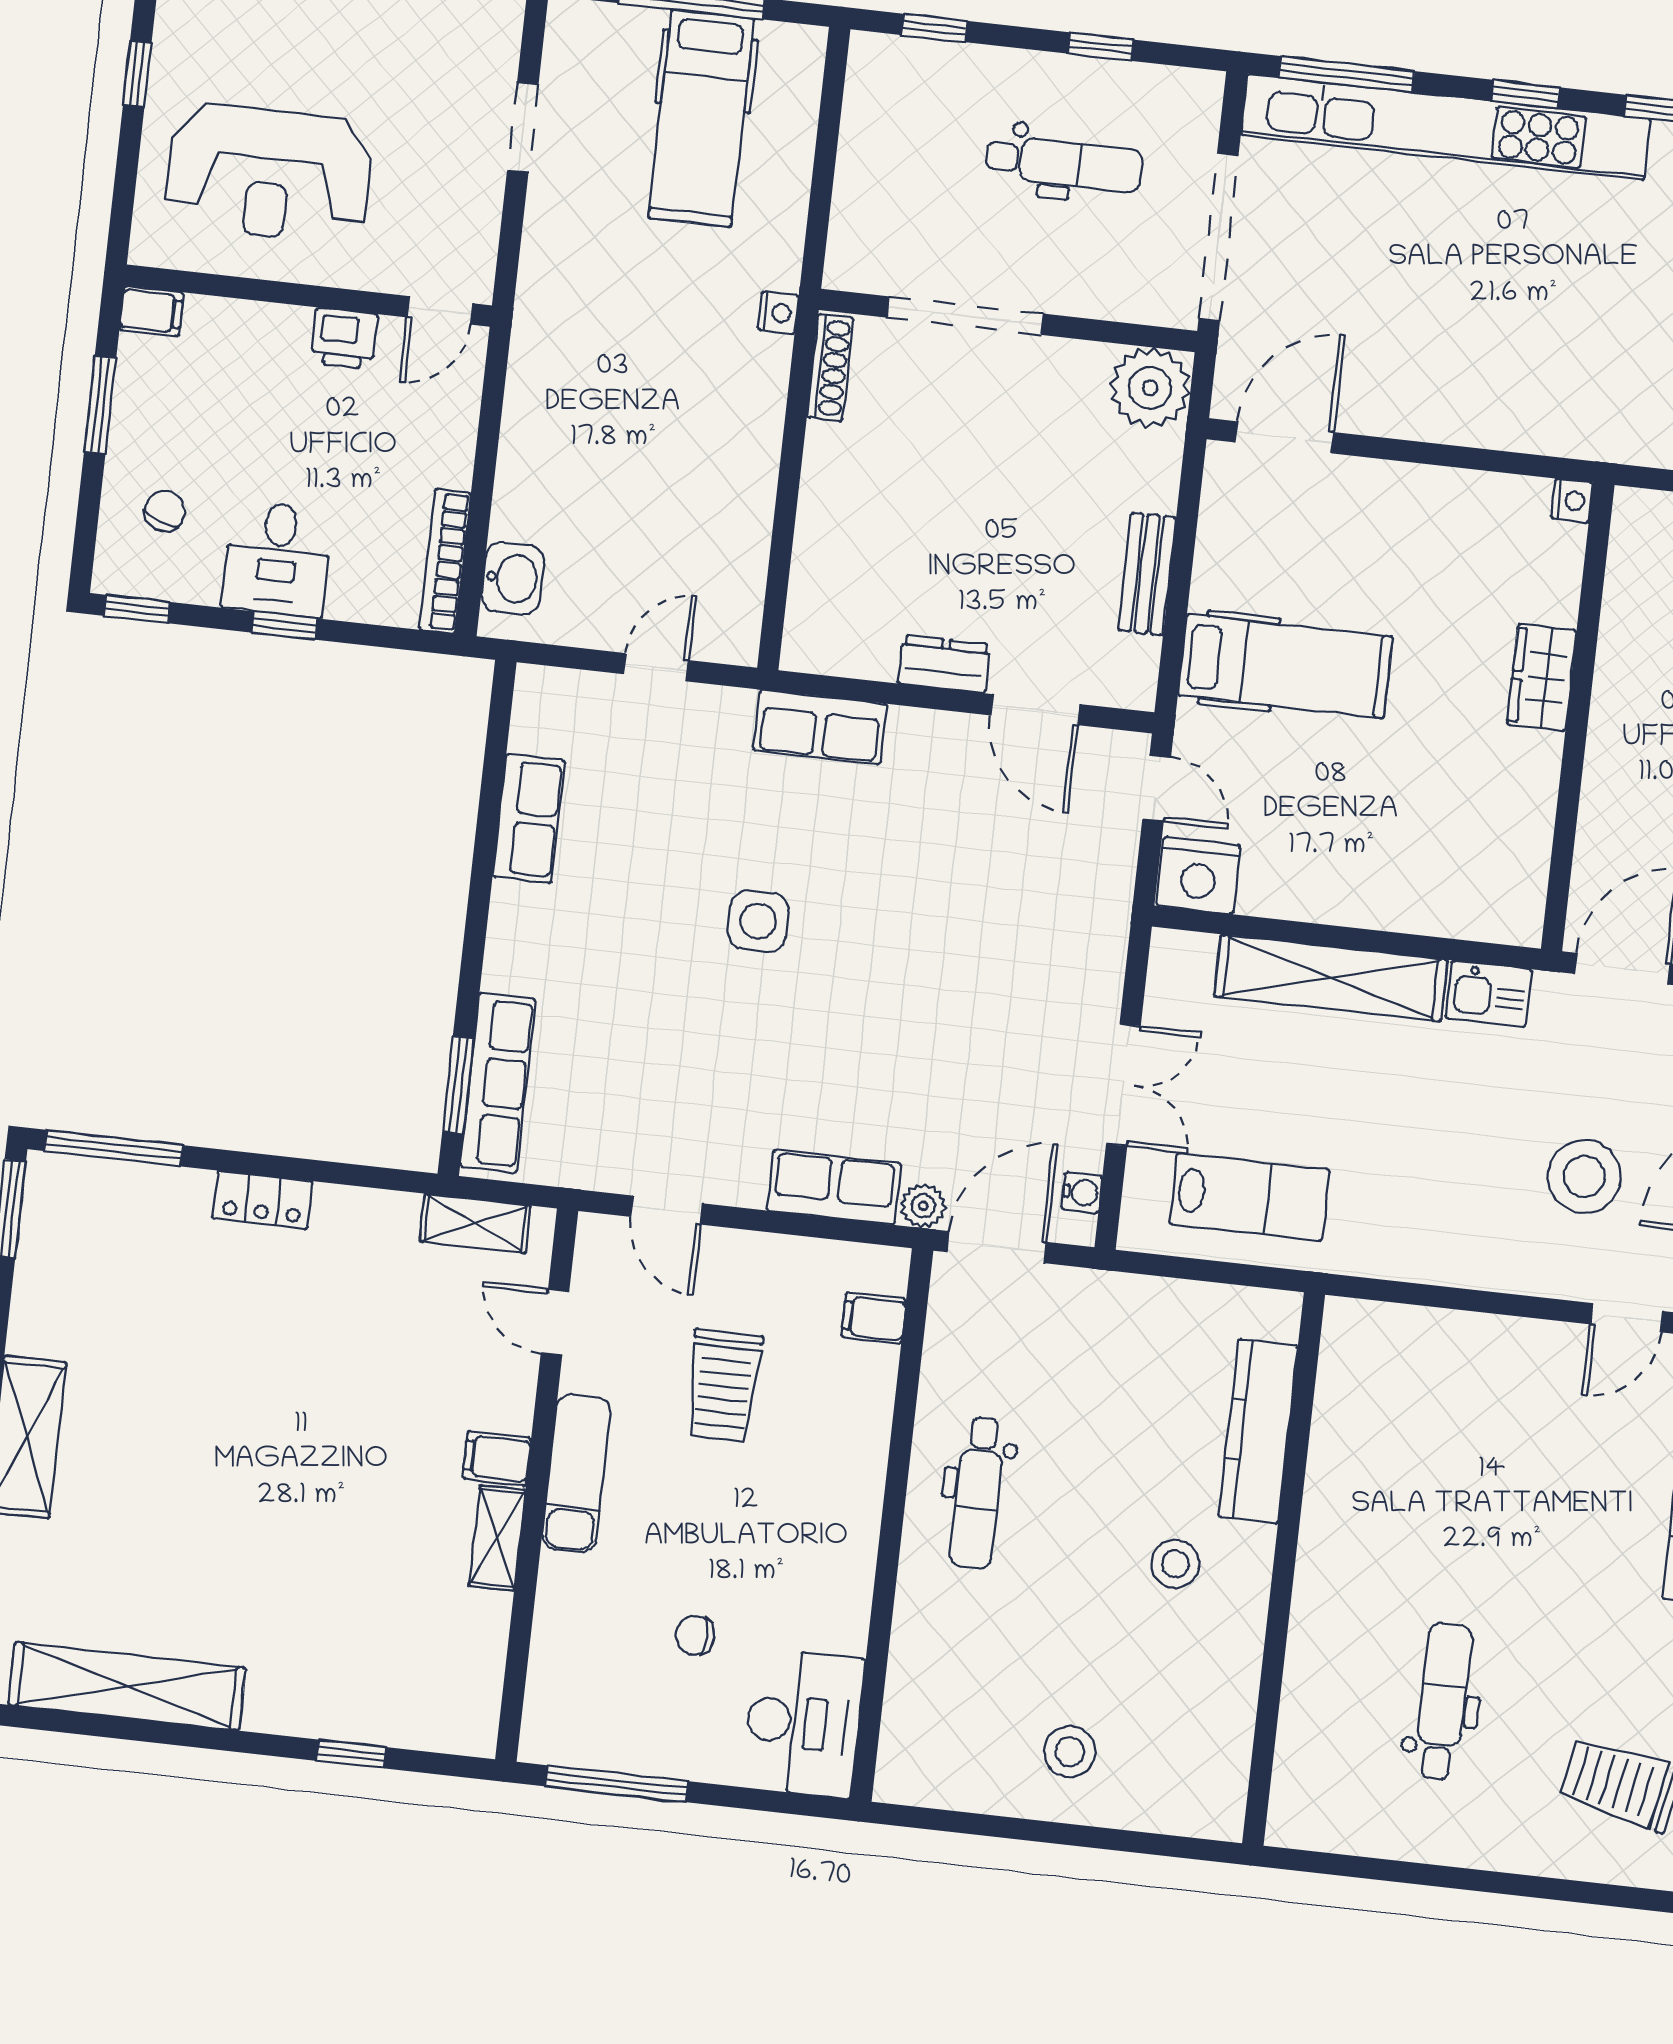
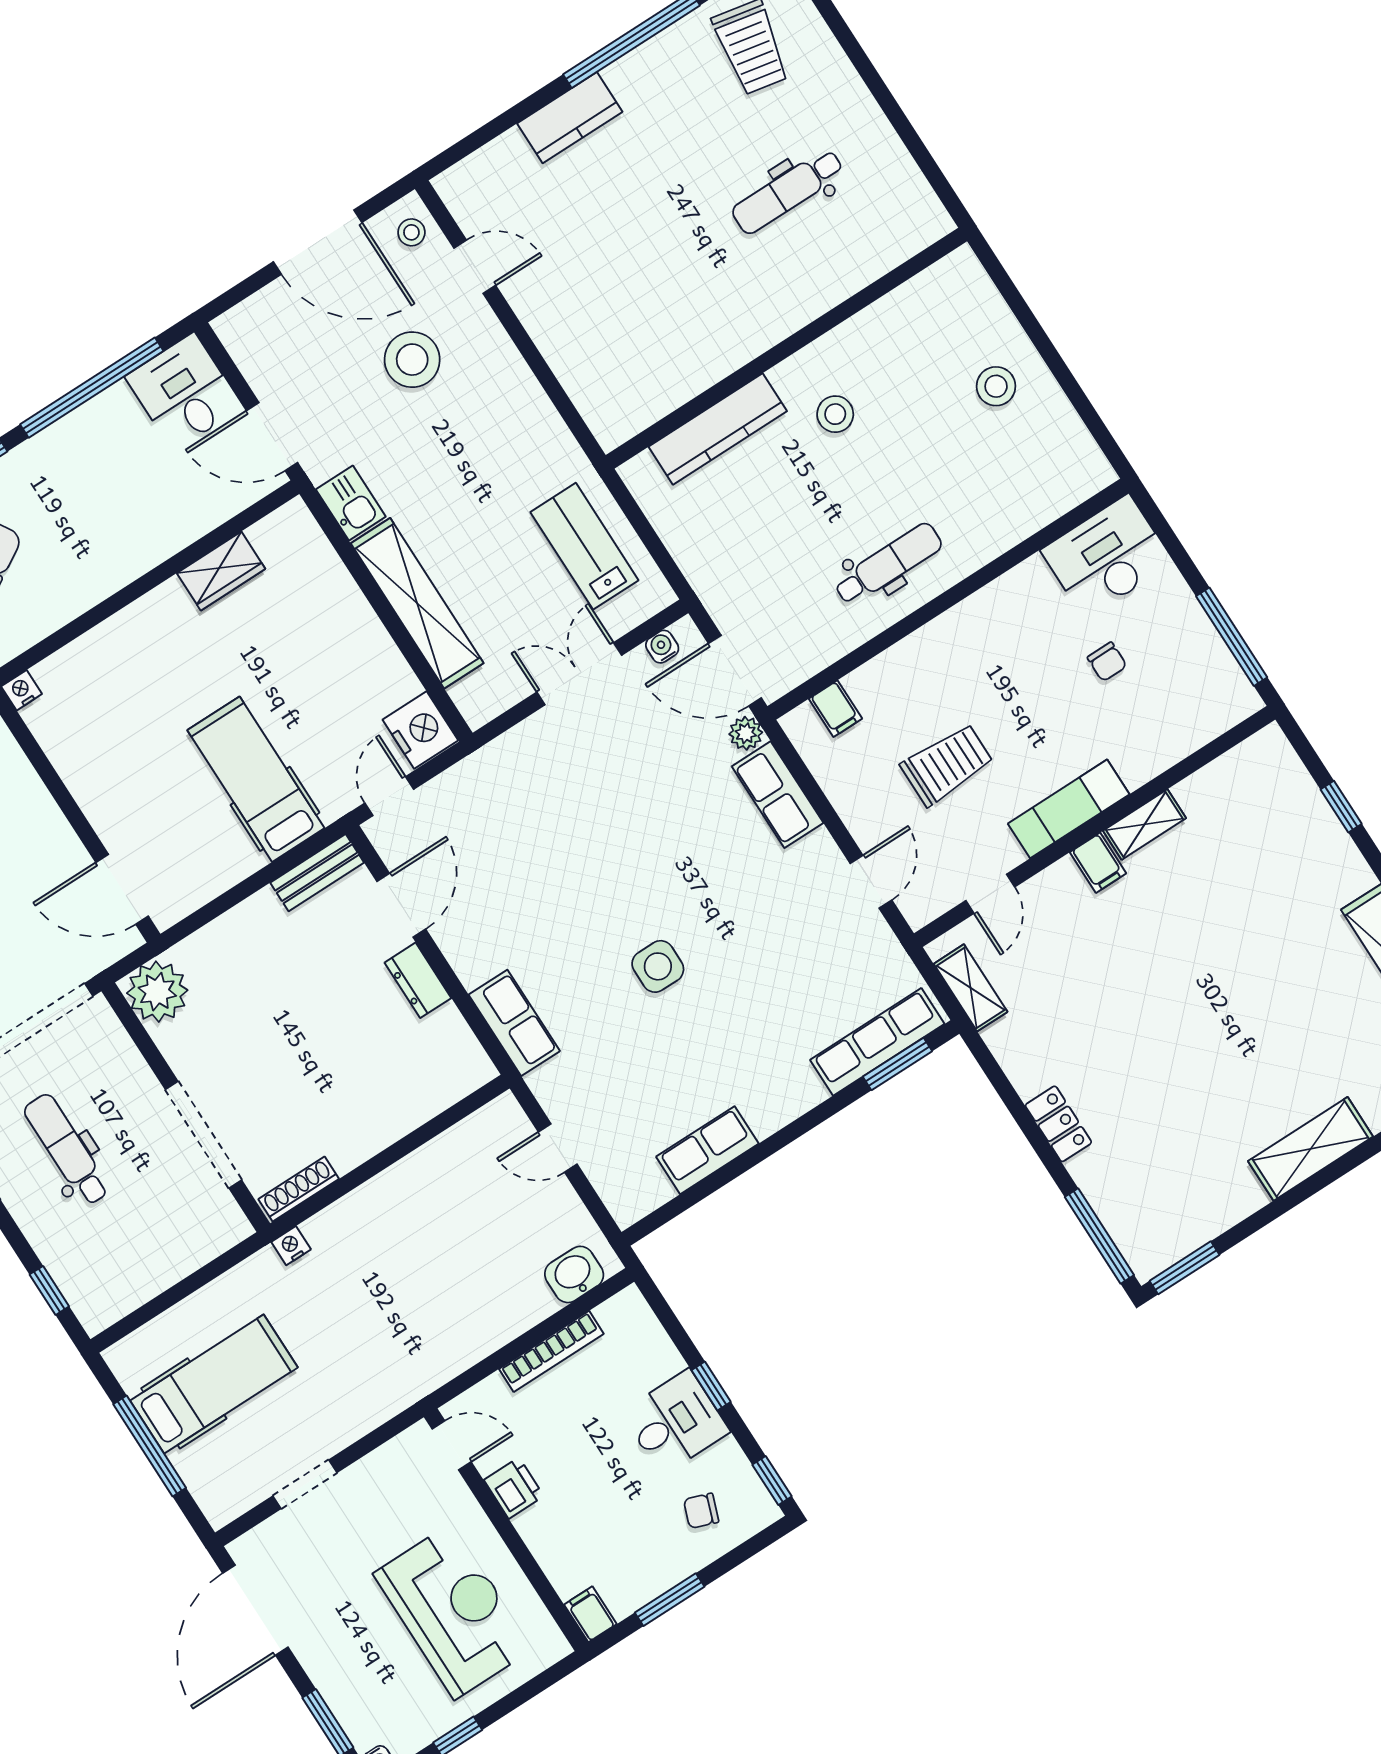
bookcase: (445, 561) -> (551, 1351), moved
bench: (1147, 574) -> (317, 873), moved
wardrobe: (1542, 677) -> (221, 571), moved

